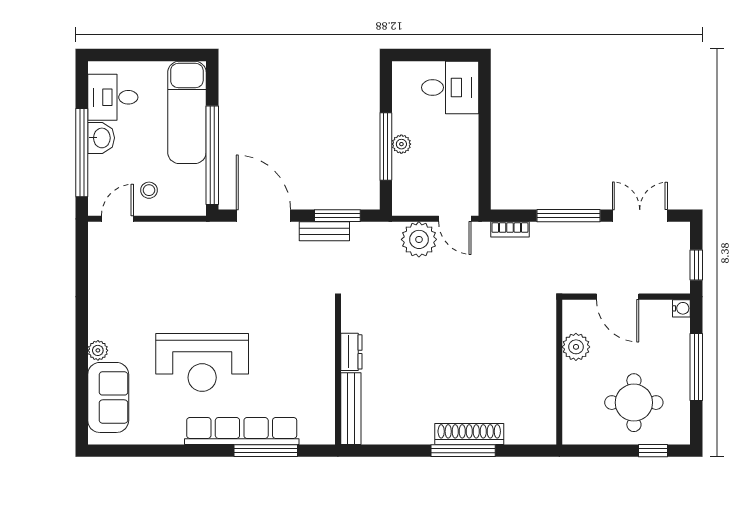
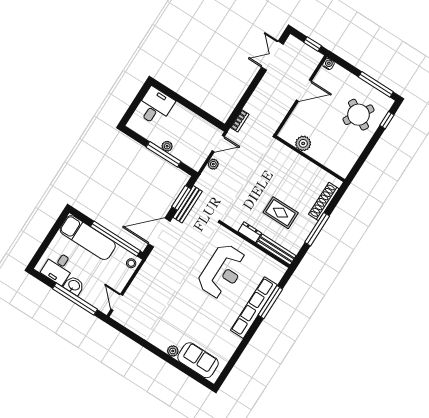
stool: (149, 190) -> (131, 263), moved
window: (568, 216) -> (251, 89), removed
bench: (324, 231) -> (188, 204), width x1.36
plant: (419, 239) -> (213, 164), width x0.53, depth x0.53
plant: (576, 347) -> (303, 143), moved
reception desk: (202, 362) -> (222, 271), moved
window: (696, 367) -> (376, 84), moved
wall: (559, 372) -> (310, 159), moved
rug: (411, 380) -> (281, 213), added
round table: (634, 403) -> (358, 115), turned 31
window: (463, 451) -> (317, 229), moved

